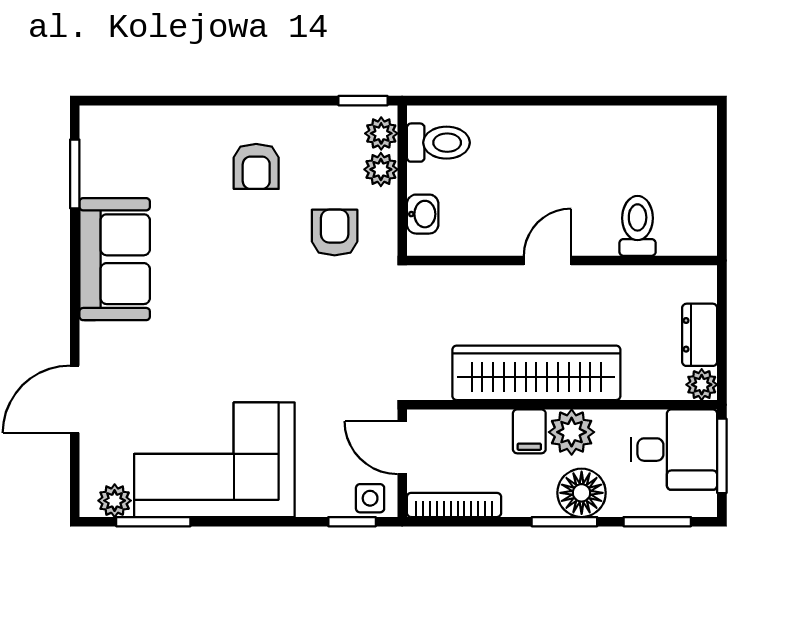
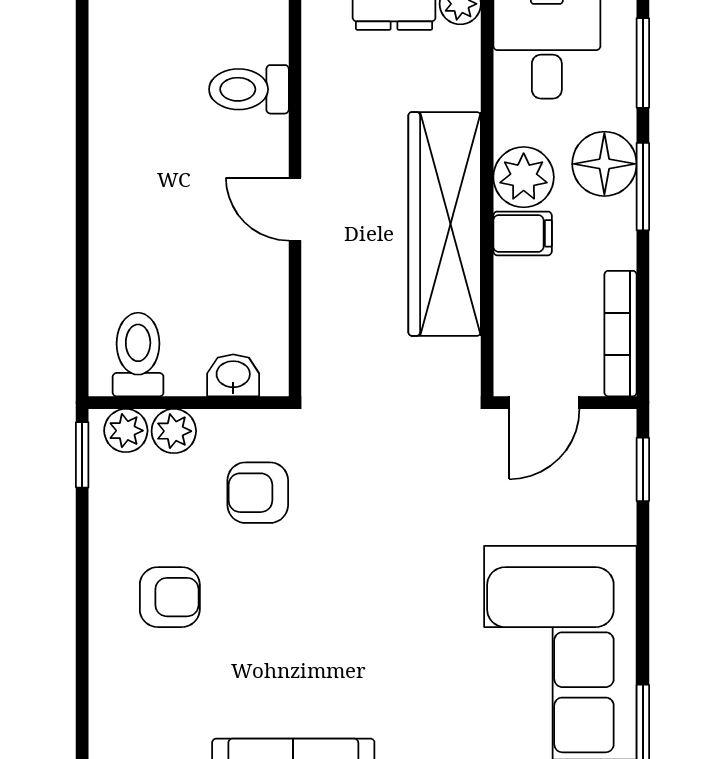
side table: (370, 498) -> (612, 445), removed

